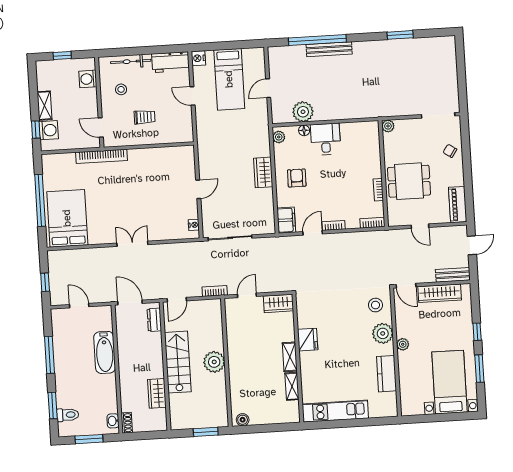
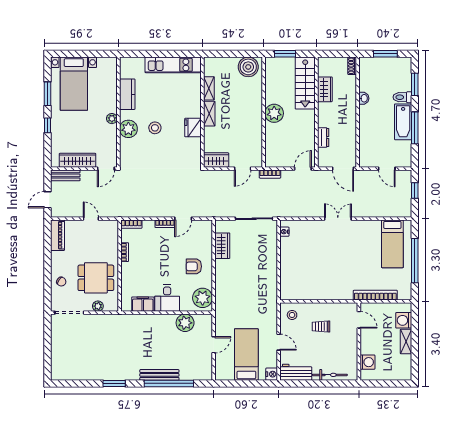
window: (400, 35) -> (114, 383), moved
window: (62, 56) -> (388, 383), removed
stool: (121, 89) -> (292, 315), moved
plant: (388, 126) -> (98, 306), moved
window: (36, 130) -> (415, 322), removed
floor lamp: (304, 130) -> (185, 307), removed
plant: (279, 137) -> (203, 298), width x1.87, depth x1.87
bookcase: (102, 156) -> (375, 295), moved
wardrobe: (263, 172) -> (222, 246), moved
armchair: (297, 178) -> (194, 266), turned 90
dining table: (409, 181) -> (96, 278), moved
door: (198, 189) -> (279, 262), removed
bed: (67, 218) -> (392, 244), width x0.67
filing cabinet: (286, 220) -> (143, 304), moved, turned 90
double door: (132, 244) -> (338, 219), swing flipped
door: (406, 286) -> (106, 169), swing flipped
stool: (375, 305) -> (155, 128), moved
dresser: (154, 320) -> (323, 137), moved
bathtub: (105, 352) -> (403, 122), moved, turned 180
stairs: (178, 362) -> (305, 83), moved
toilet: (68, 415) -> (402, 97), moved
boiler: (243, 420) -> (248, 67), width x1.86, depth x1.86
washbasin: (113, 421) -> (364, 98), moved

